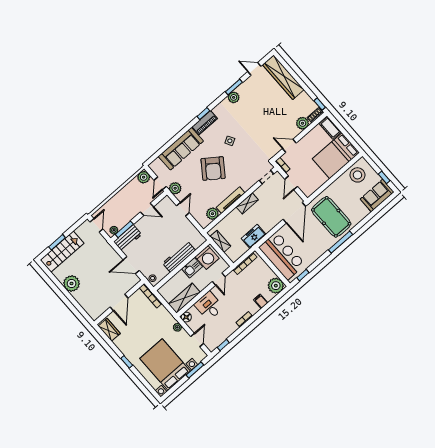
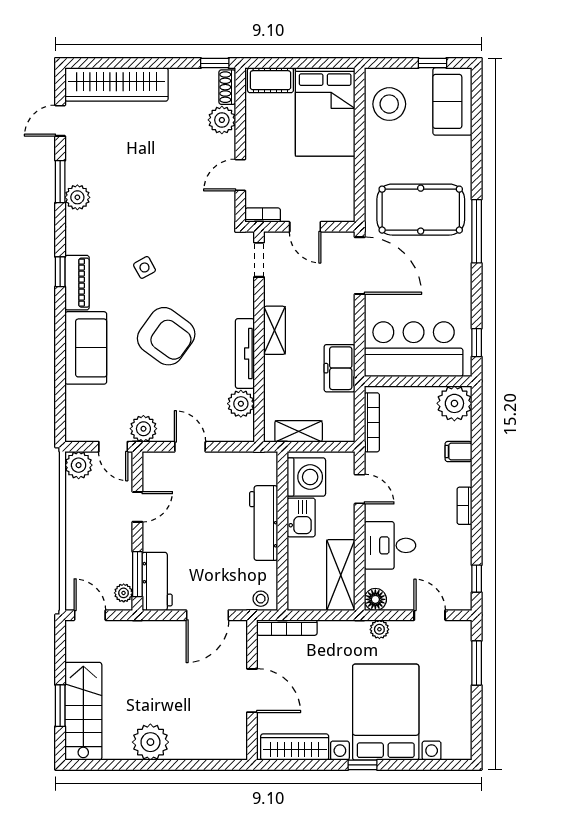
sofa: (181, 149) -> (86, 348), width x0.73
wardrobe: (109, 330) -> (295, 747), width x1.50
bed with nightstands: (165, 365) -> (386, 712), moved, turned 90

